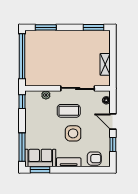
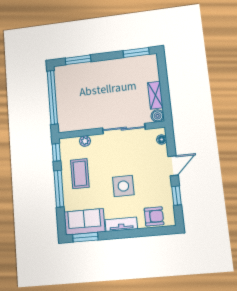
boiler: (105, 81) -> (158, 116), added
coffee table: (69, 111) -> (80, 174), moved, turned 90
door: (113, 122) -> (173, 166), swing flipped
window: (22, 147) -> (59, 189), moved

